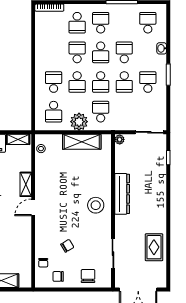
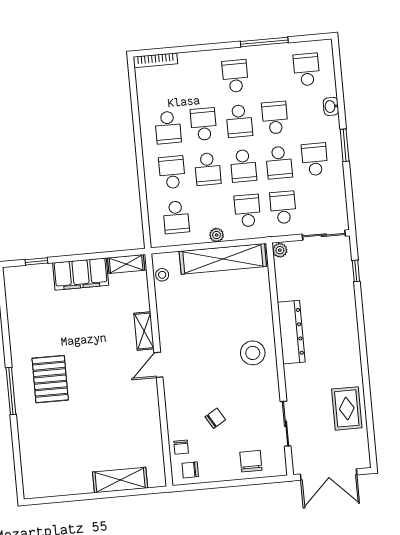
school desk: (77, 23) -> (168, 127), moved
school desk: (124, 112) -> (283, 207), added
plant: (79, 122) -> (217, 235), width x0.53, depth x0.53
shelving: (82, 142) -> (223, 259), width x1.47
chair: (58, 276) -> (190, 470), moved

